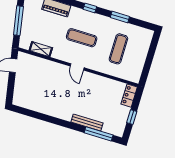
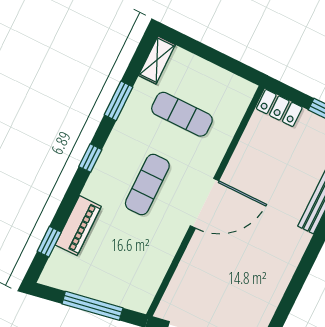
shelving: (41, 49) -> (157, 60), moved
door: (77, 67) -> (205, 203), width x1.88

